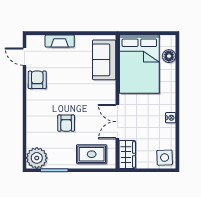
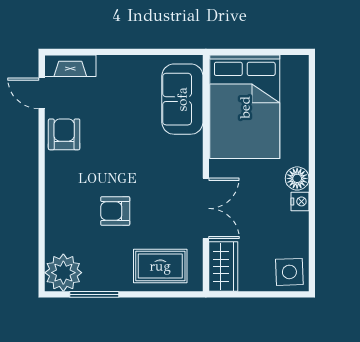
fireplace: (60, 41) -> (70, 66), moved
floor lamp: (169, 56) -> (297, 178), moved
double door: (117, 122) -> (206, 208), swing flipped
armchair: (66, 123) -> (115, 211), turned 90

